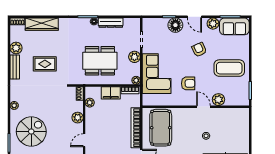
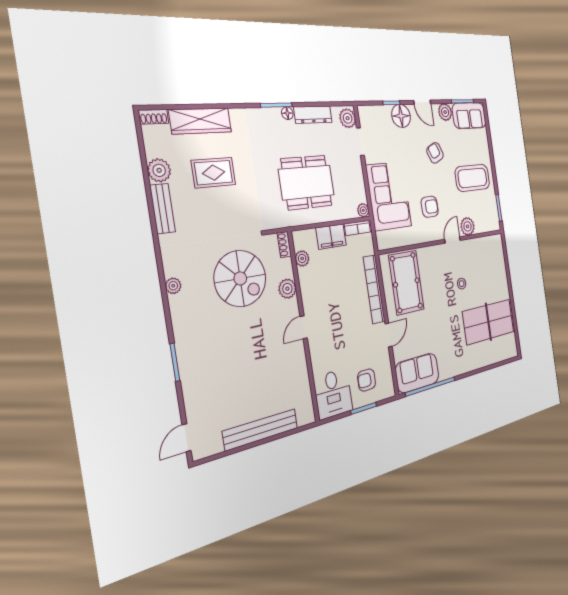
plant: (134, 57) -> (348, 118), moved
rug: (45, 64) -> (214, 173), moved
door: (203, 107) -> (452, 240), hinge flipped
spiral stairs: (31, 132) -> (240, 278), moved, turned 90

